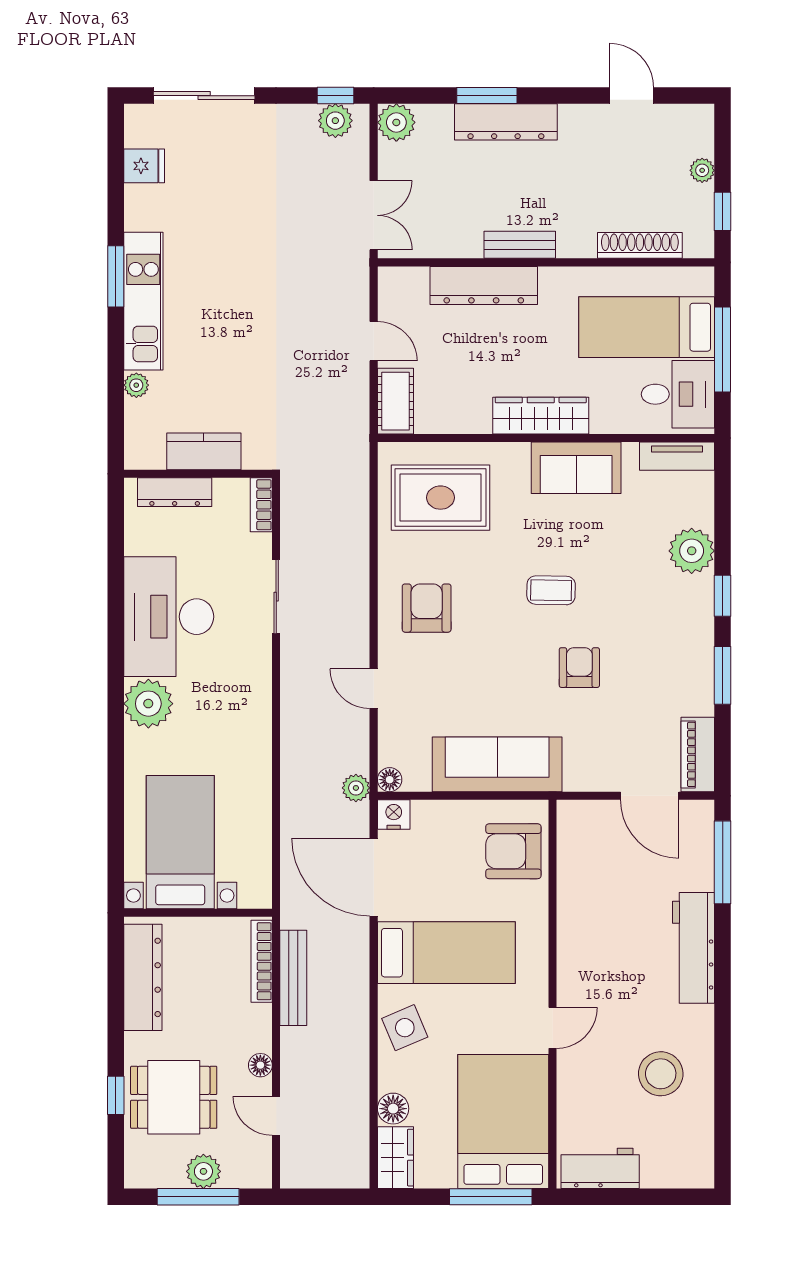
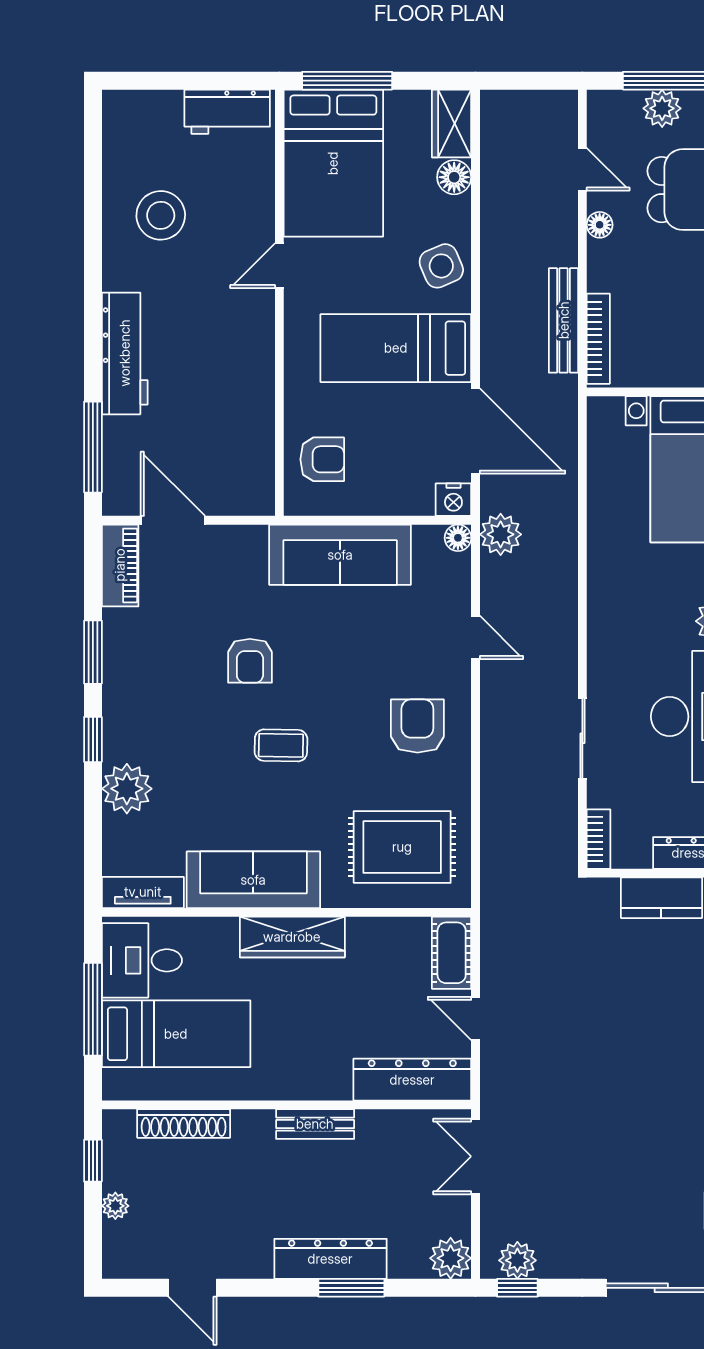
dresser: (484, 285) -> (412, 1080), moved
sofa: (576, 468) -> (253, 880), width x1.36
armchair: (427, 608) -> (417, 726), turned 180
plant: (356, 788) -> (501, 534), width x1.38, depth x1.38
armchair: (513, 851) -> (322, 459), width x0.72, depth x0.72

